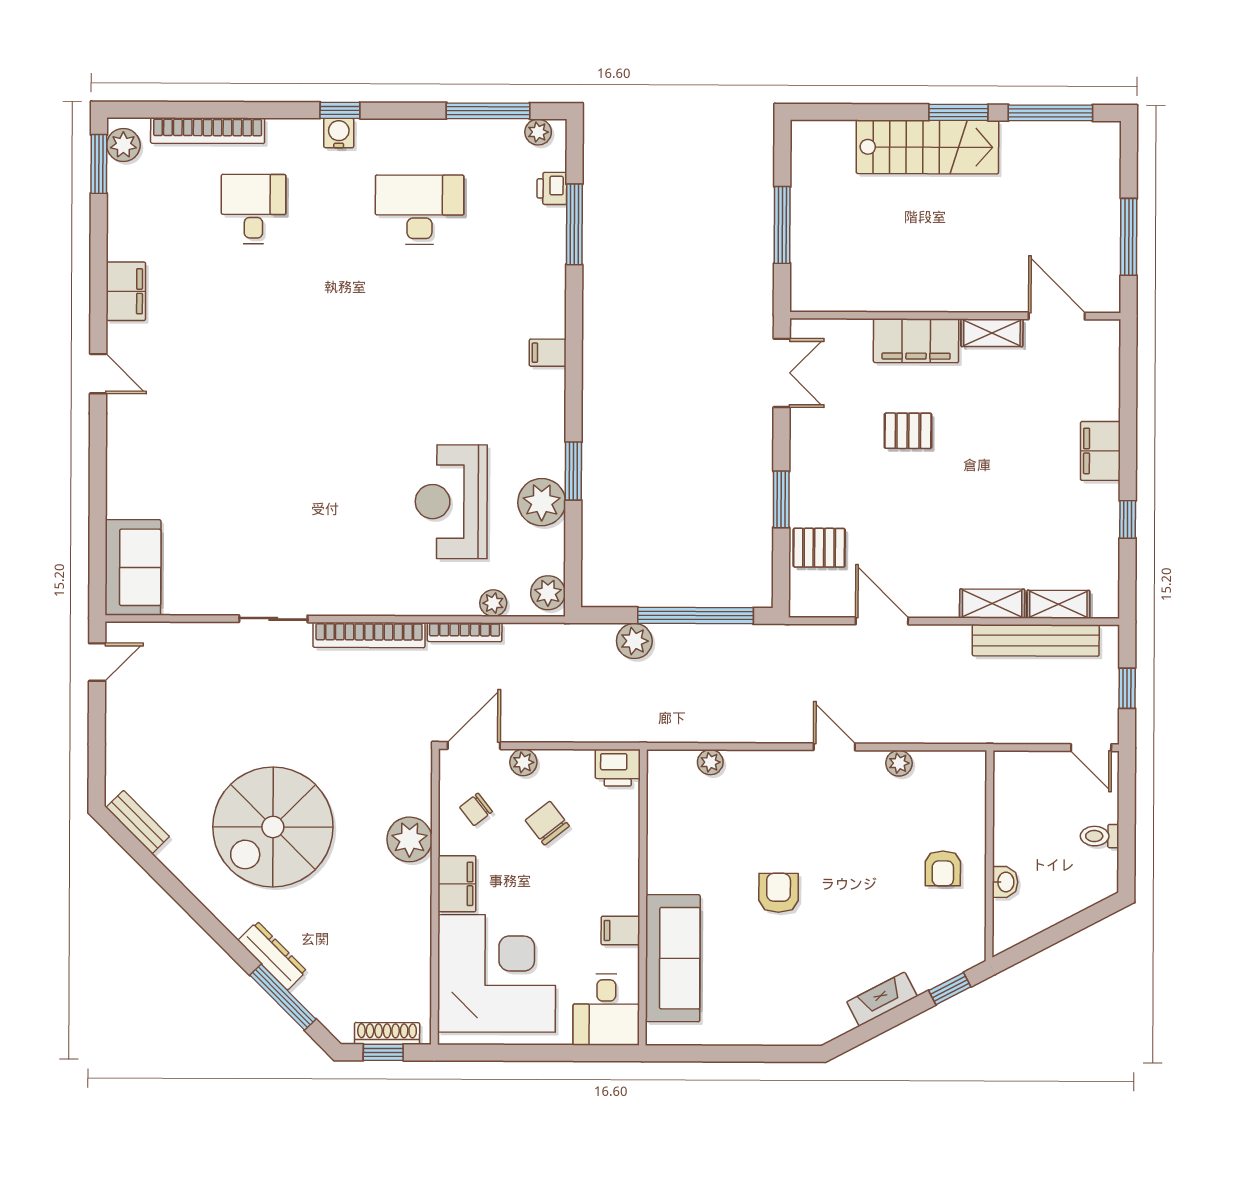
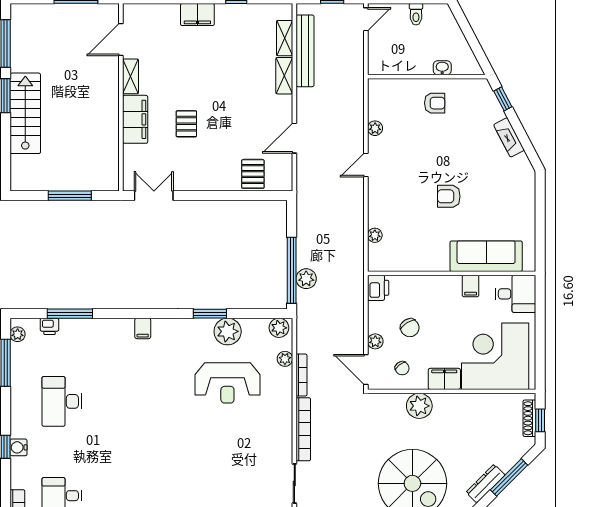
window: (781, 499) -> (226, 196), removed
window: (695, 616) -> (292, 270), moved
chair: (547, 823) -> (410, 328), turned -84

